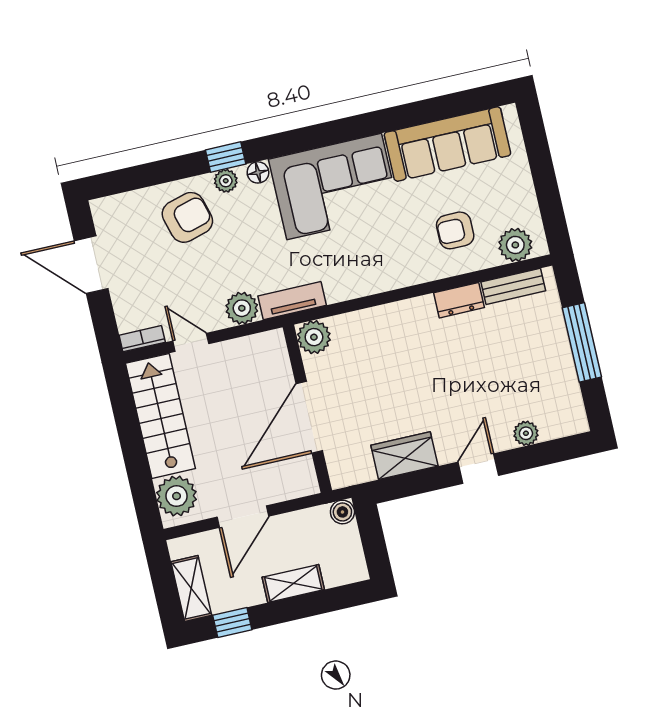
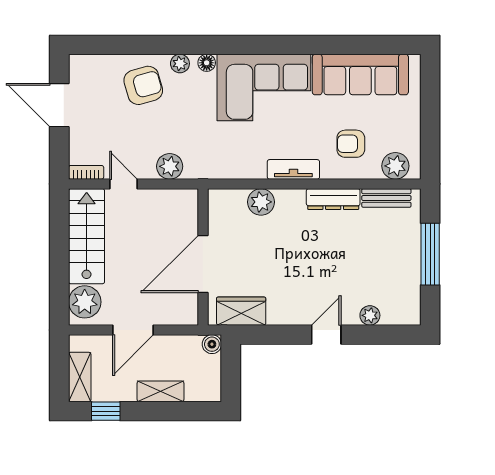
window: (226, 157) -> (184, 45), removed
dresser: (459, 300) -> (333, 199), width x1.44
tv unit: (292, 301) -> (293, 169), moved
plant: (314, 337) -> (261, 202), moved
wardrobe: (404, 456) -> (241, 311), moved

